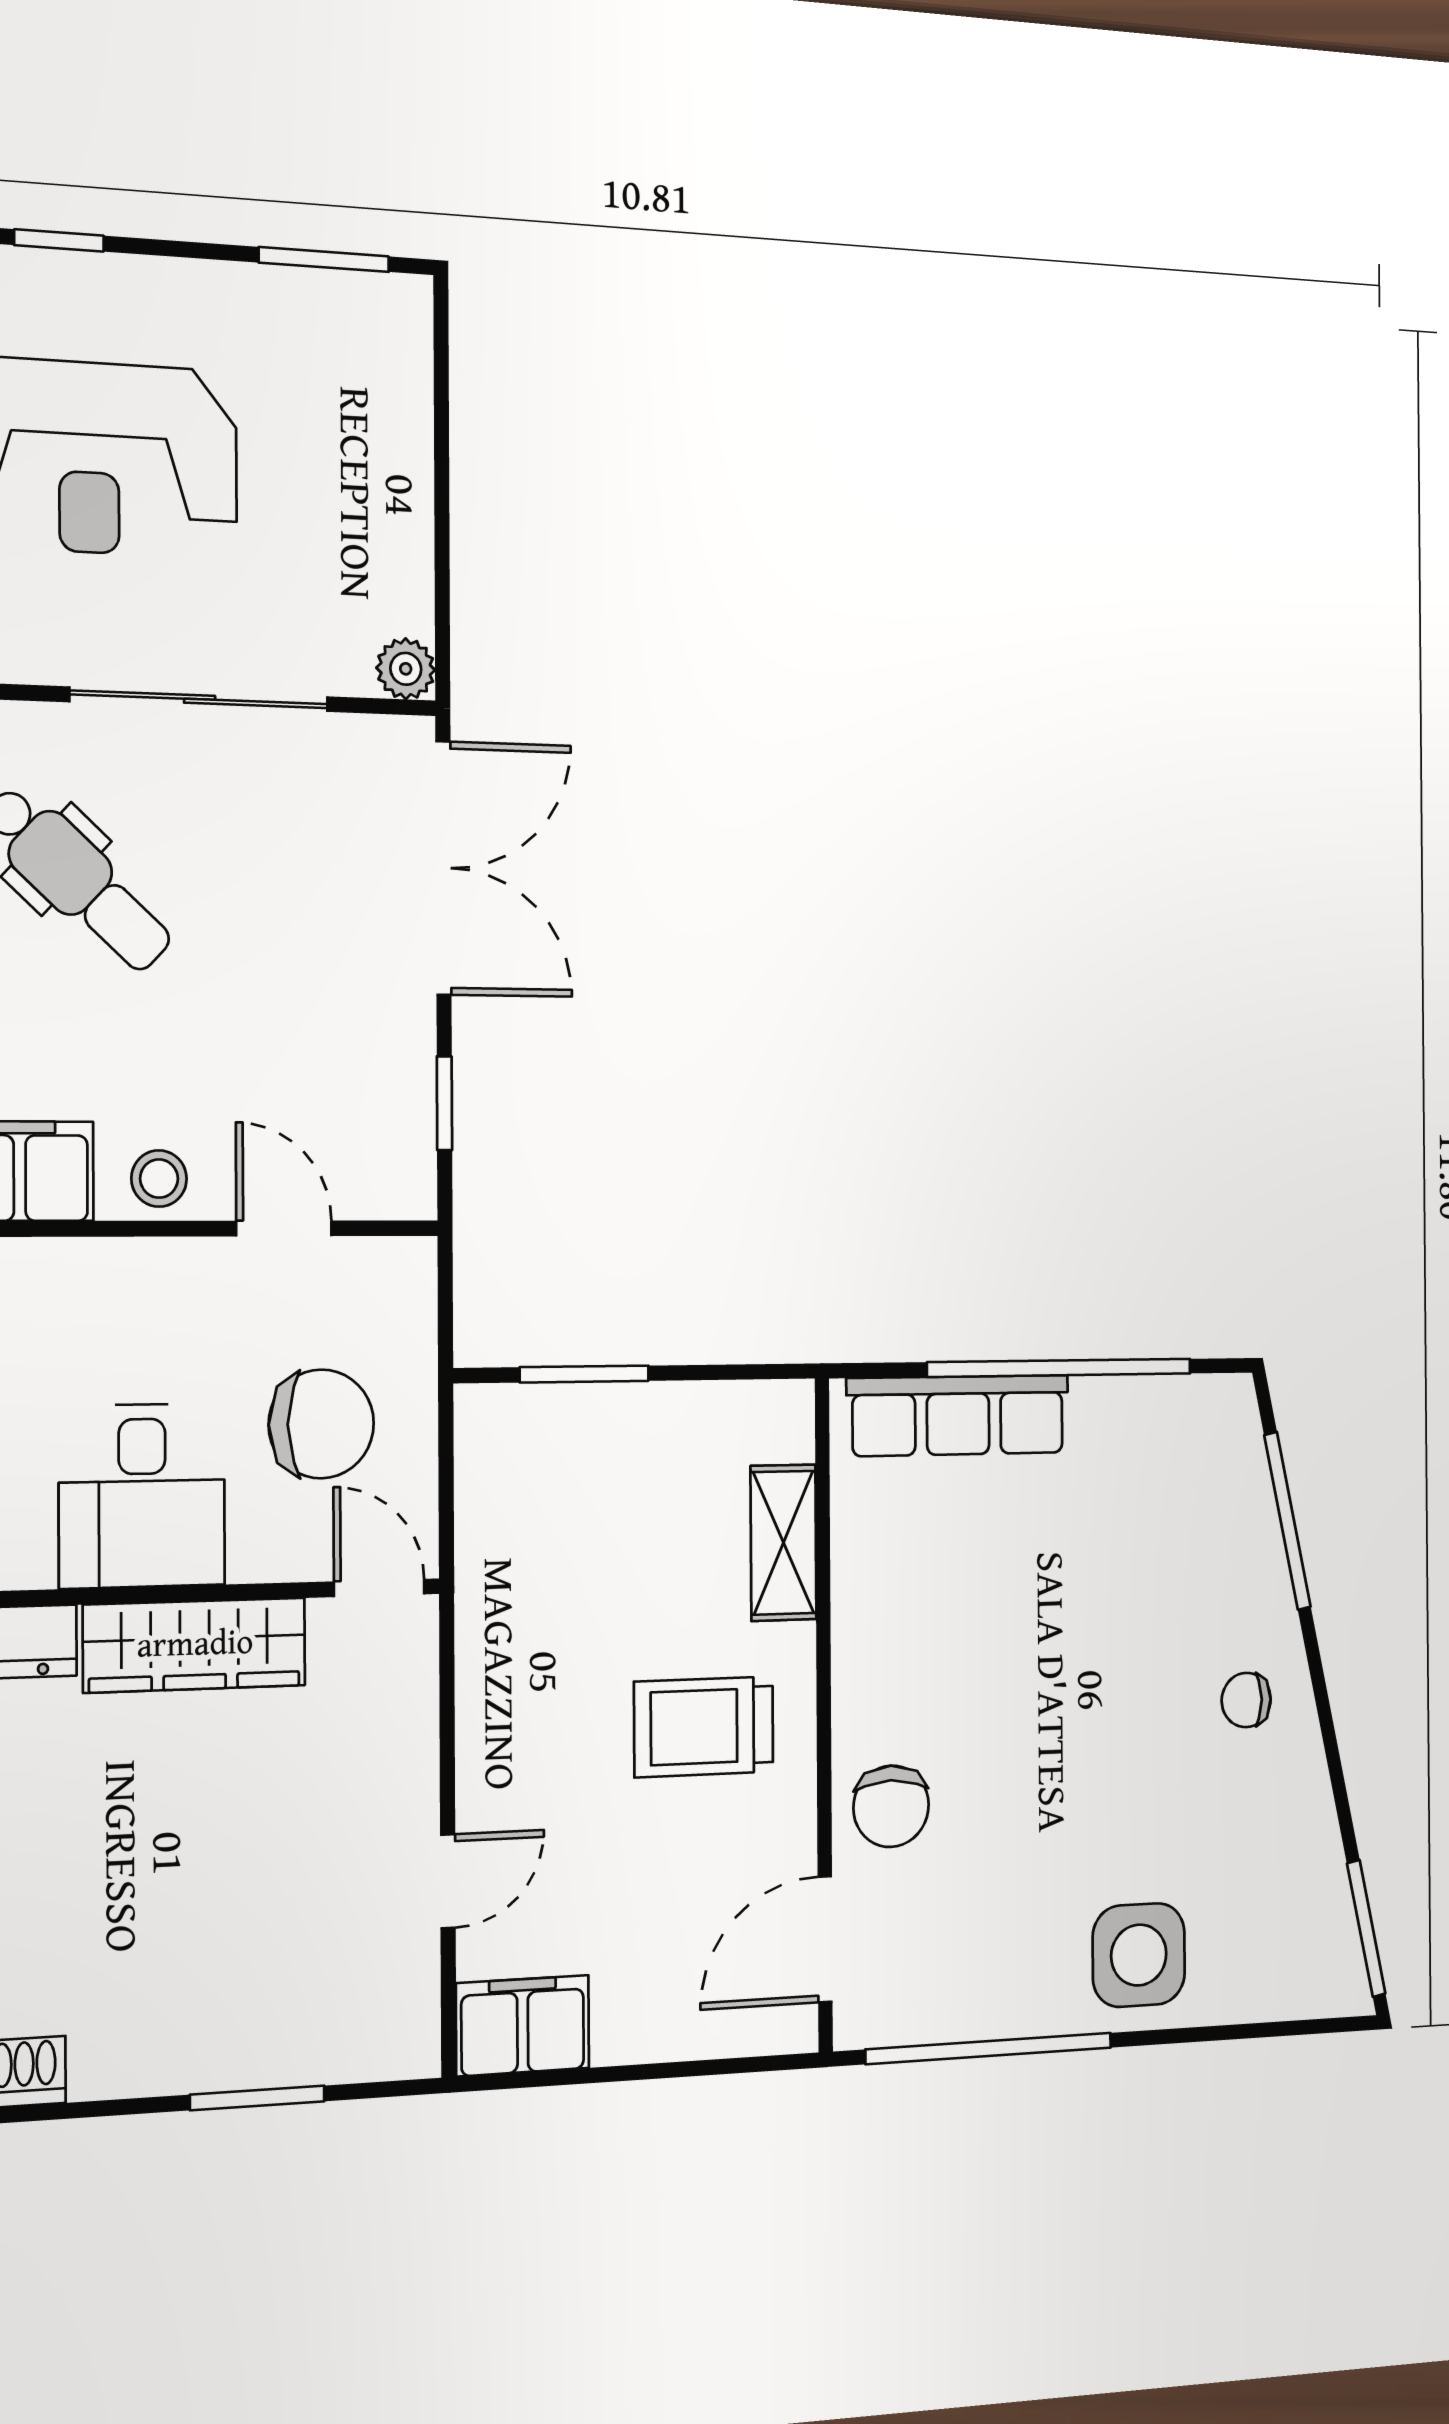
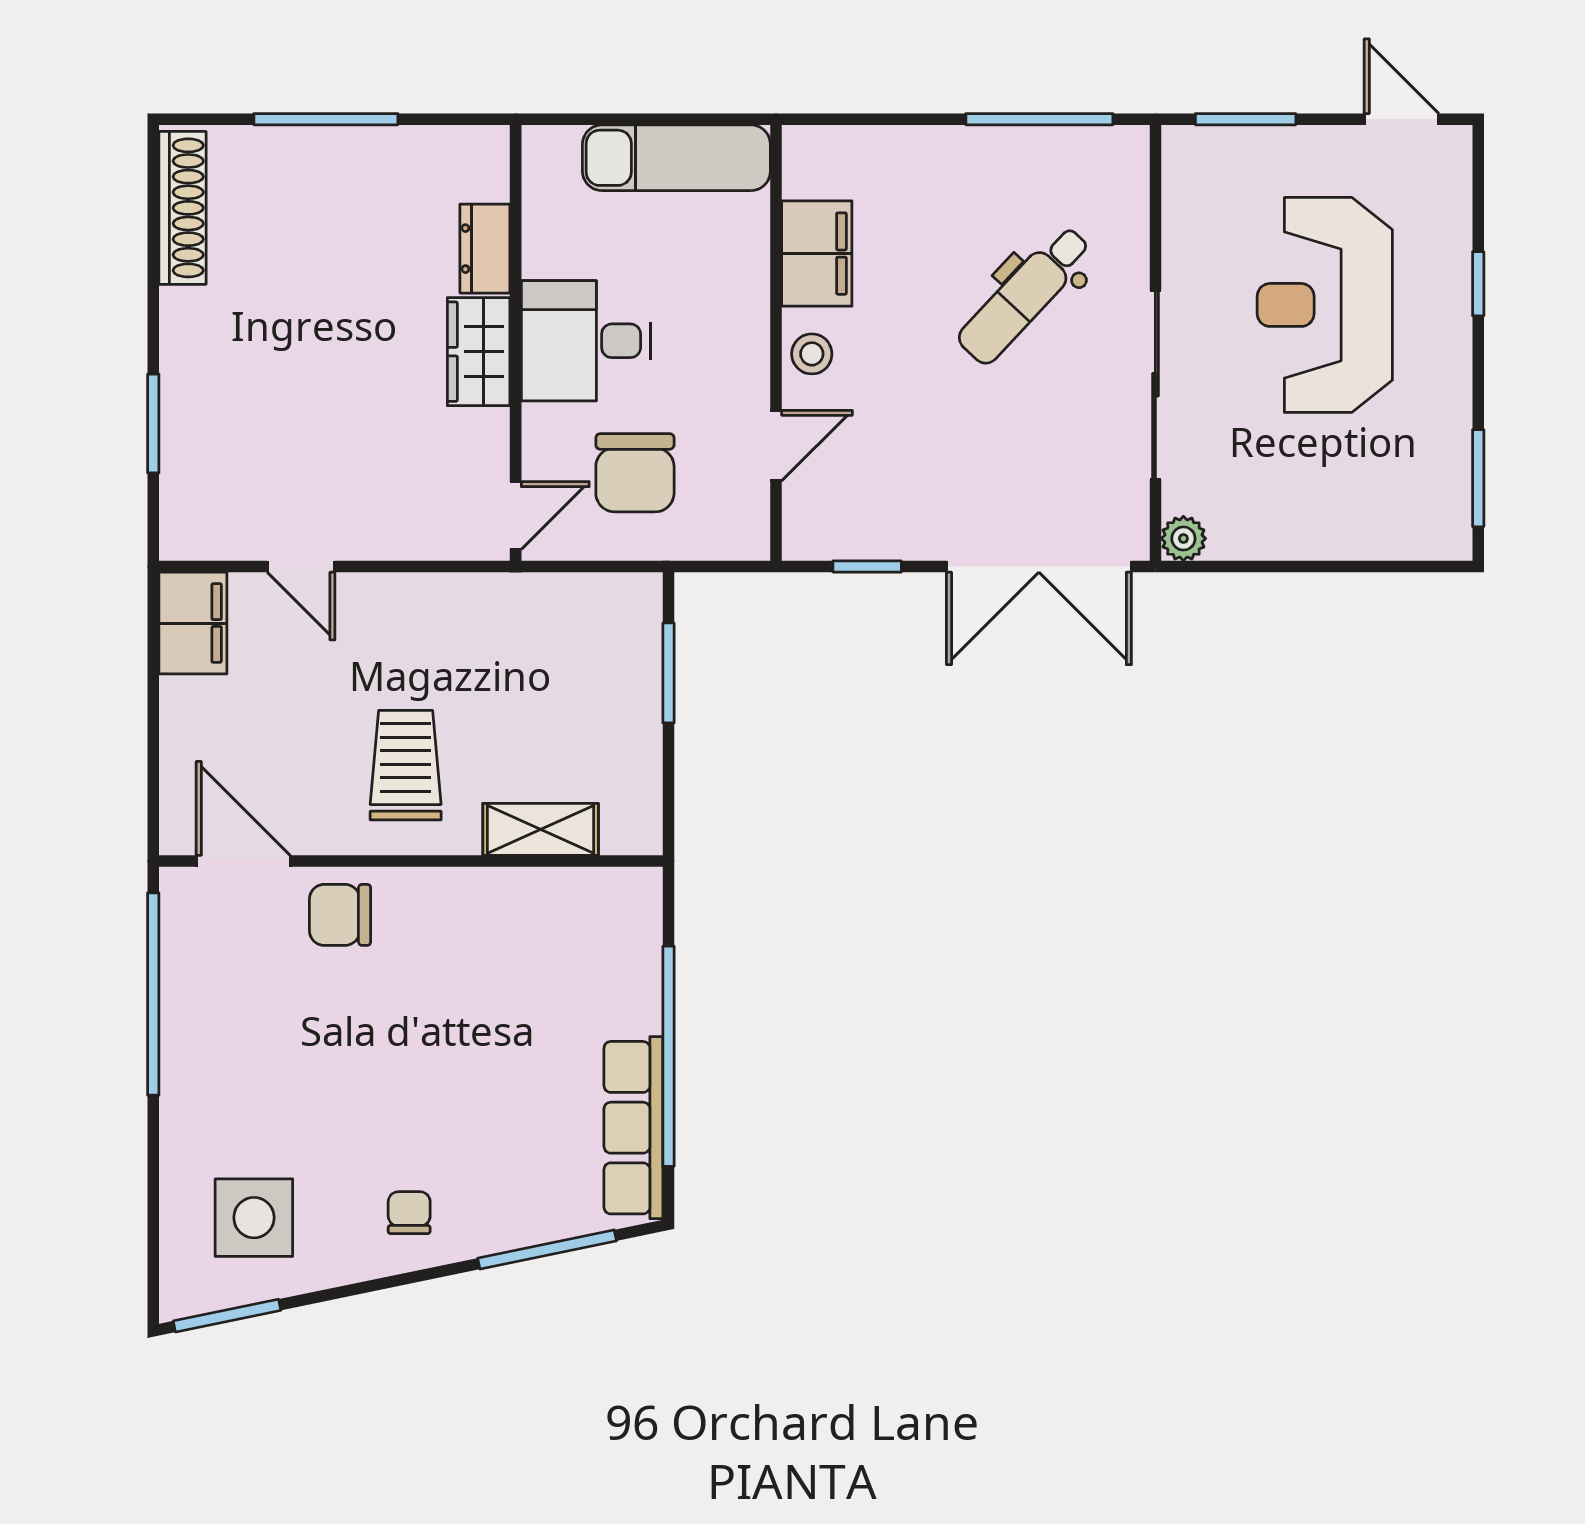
row of seats: (958, 1416) -> (633, 1128), moved
wardrobe: (195, 1645) -> (479, 352), width x0.67
side table: (1139, 1955) -> (254, 1218), moved

